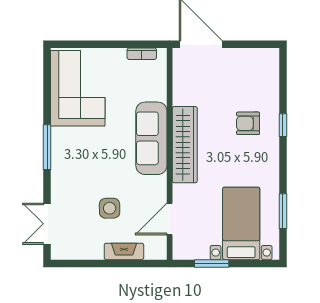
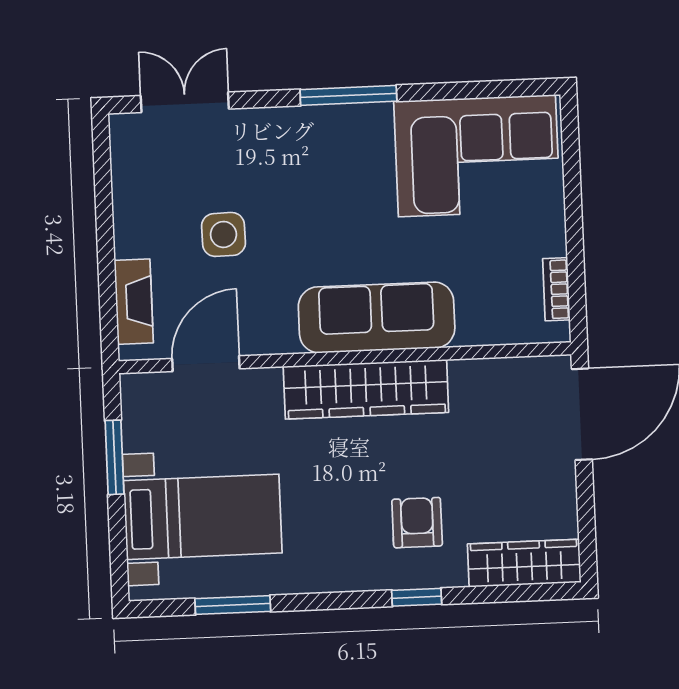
wardrobe: (269, 74) -> (524, 563), added
door: (170, 219) -> (206, 364), hinge flipped
fireplace: (124, 251) -> (134, 302), moved

